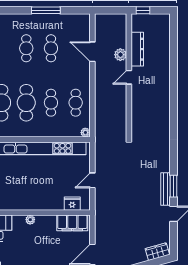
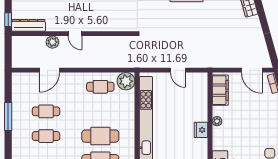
dresser: (137, 49) -> (28, 25), moved
cafe table: (51, 103) -> (100, 111), removed
plant: (85, 133) -> (126, 81), width x1.87, depth x1.87
fridge: (72, 204) -> (201, 130), moved
plant: (30, 220) -> (217, 121), moved

